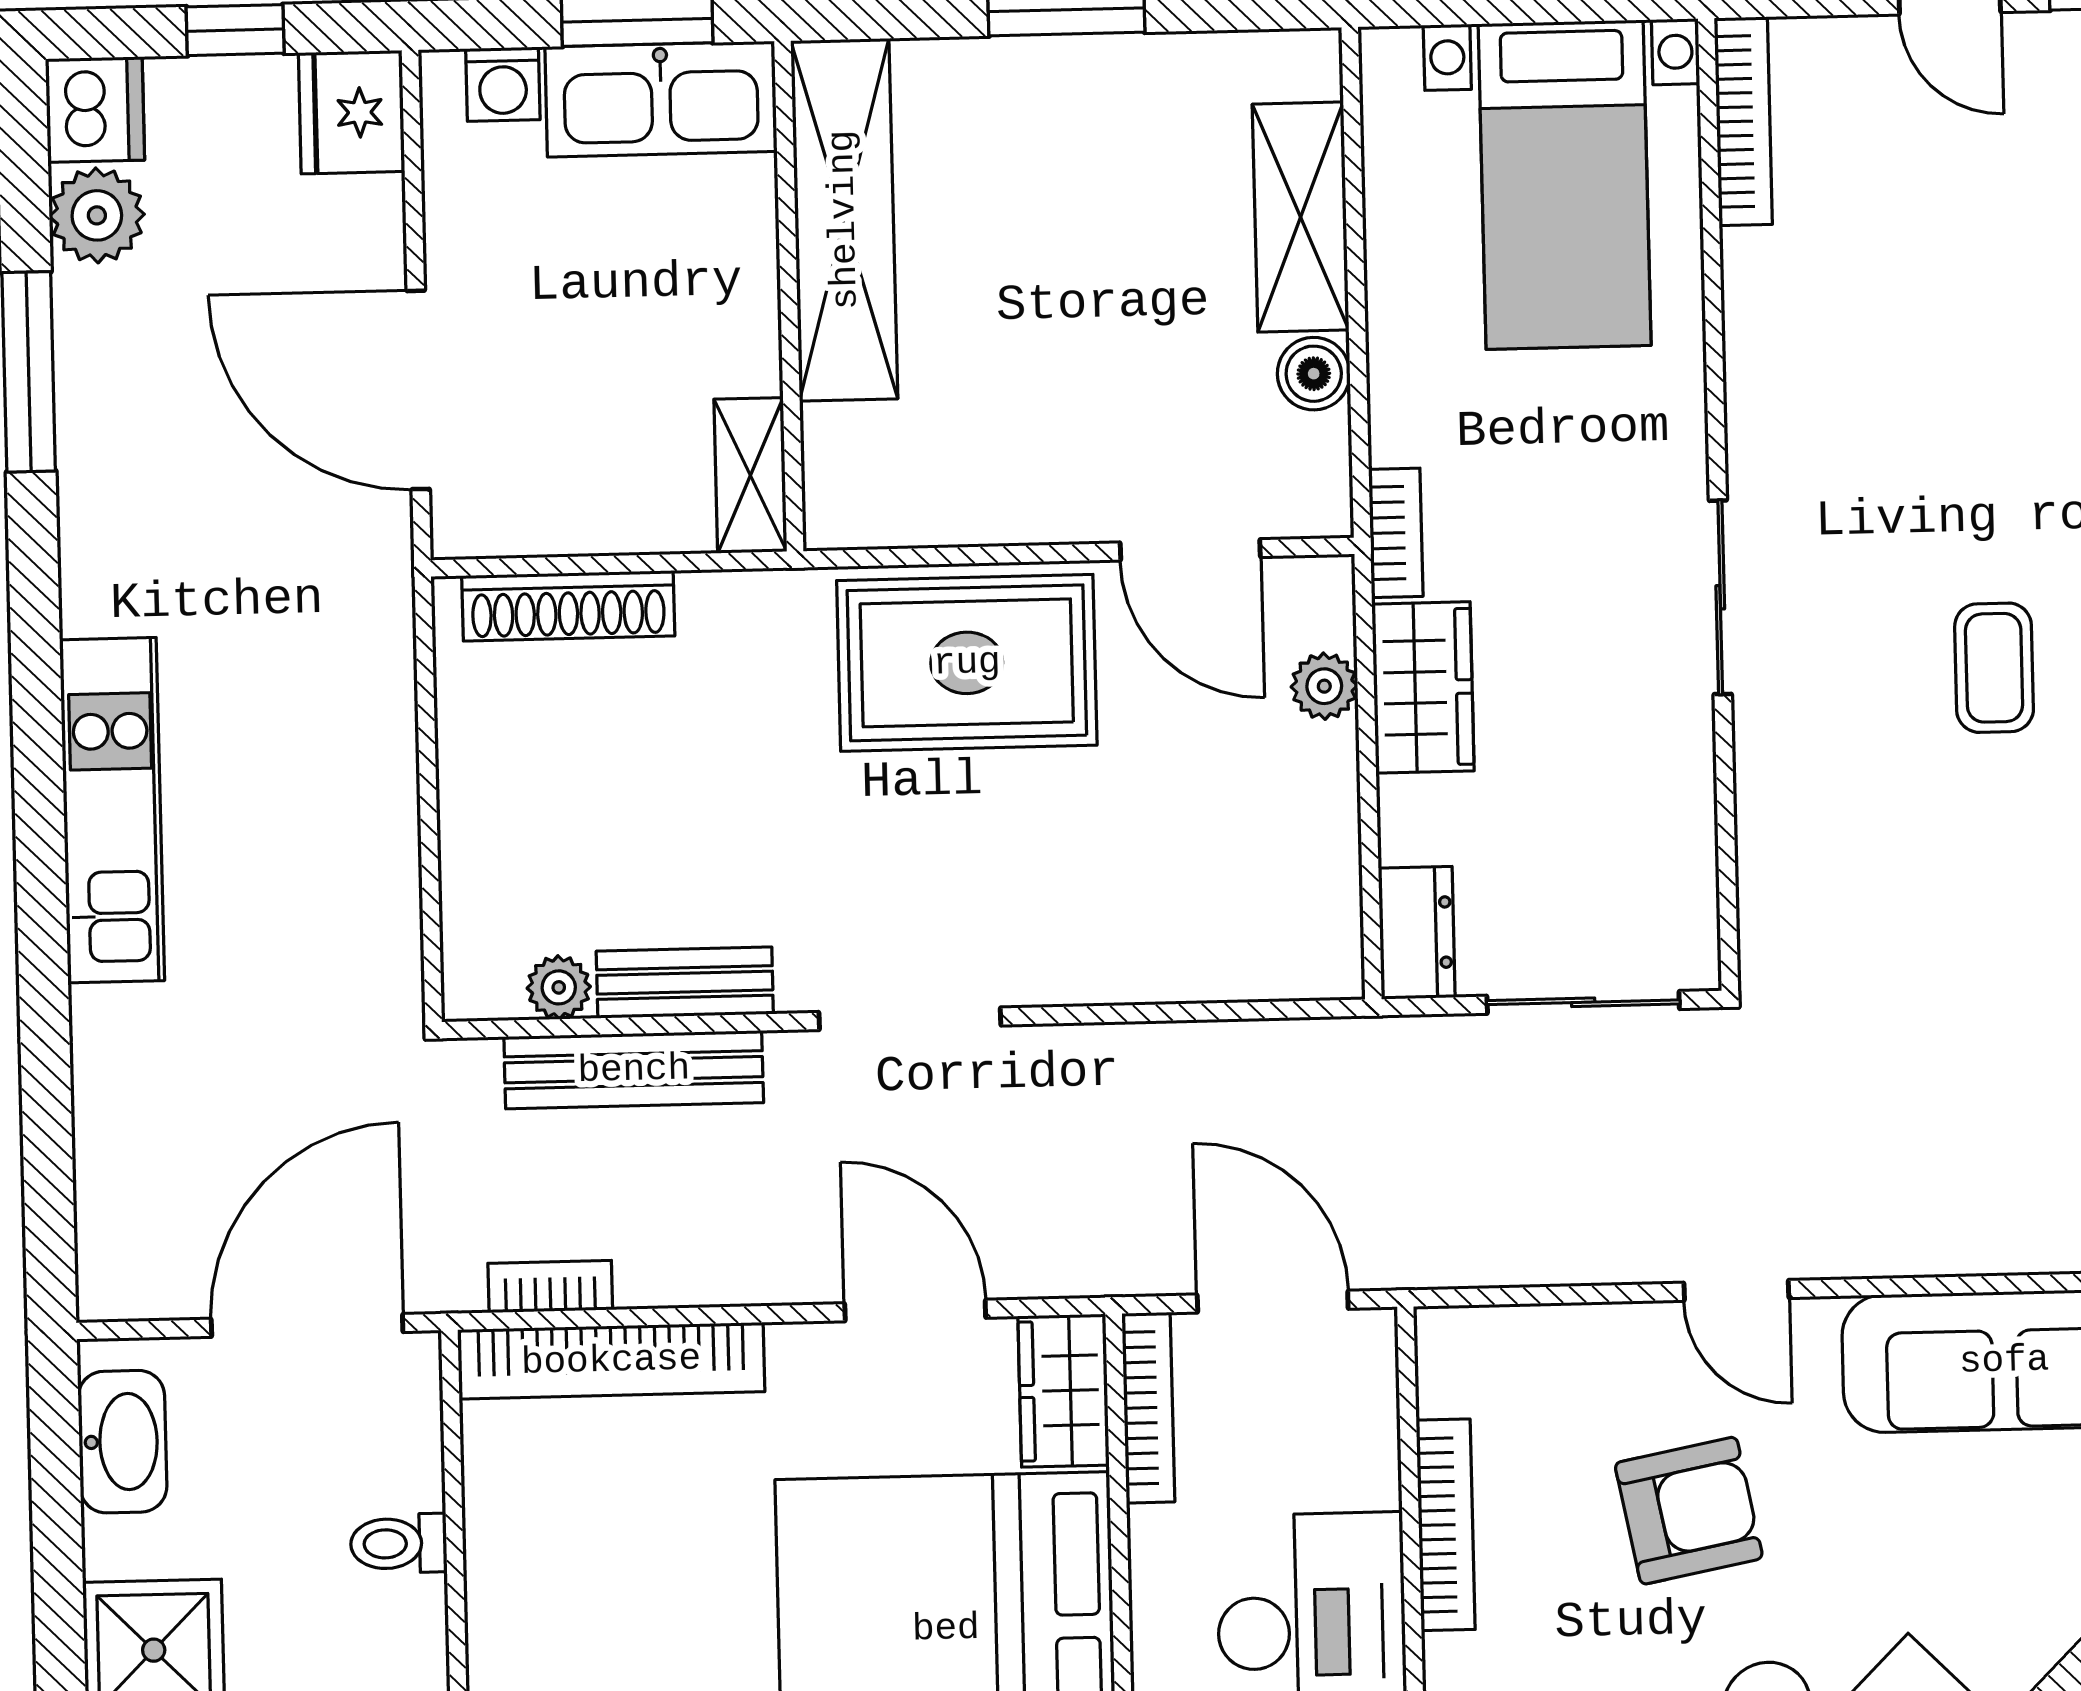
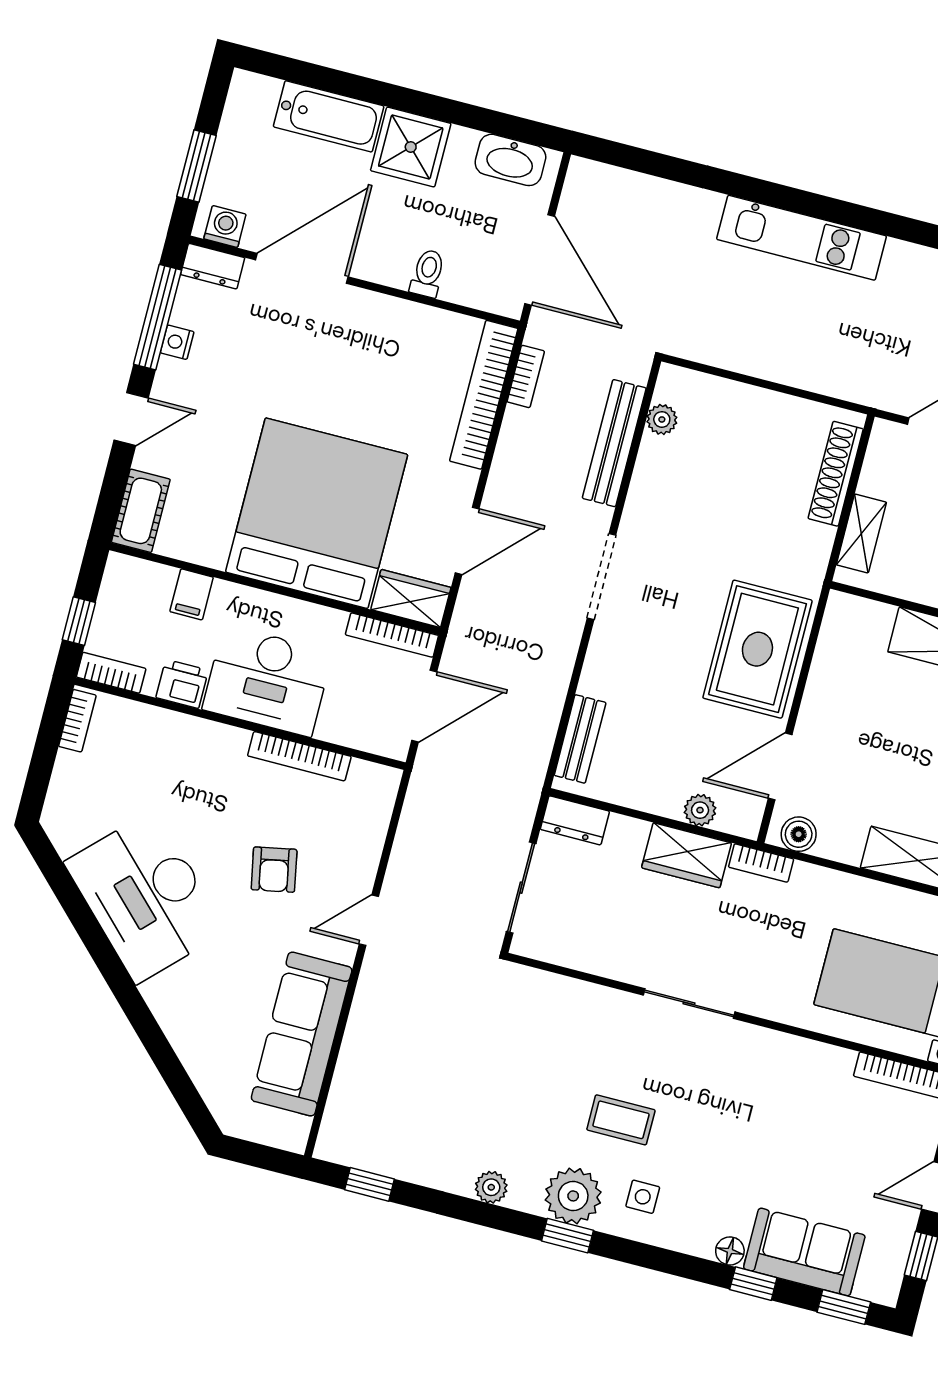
boiler: (1314, 374) -> (799, 834), moved
shelving: (750, 475) -> (861, 534), moved, turned 90
bench: (685, 983) -> (580, 739), moved
armchair: (1689, 1511) -> (274, 870), width x0.72, depth x0.72

